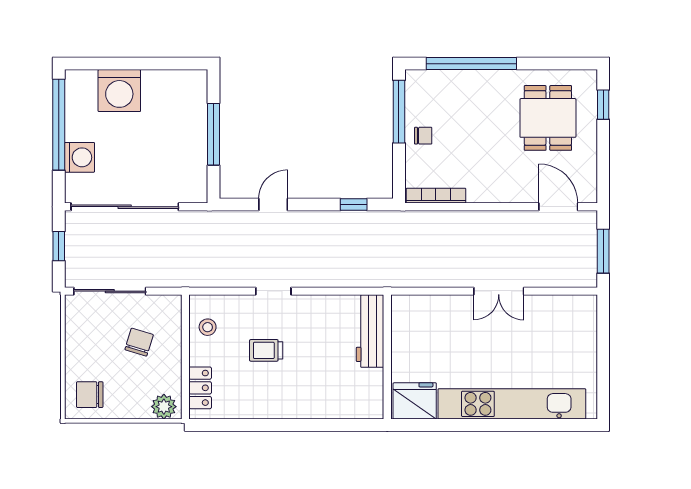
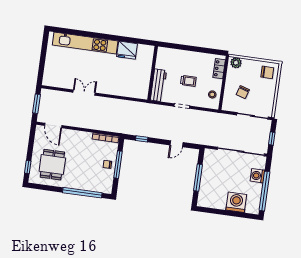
window: (399, 112) -> (118, 165), moved
workbench: (370, 331) -> (158, 85), moved
wall: (387, 357) -> (153, 73), moved

